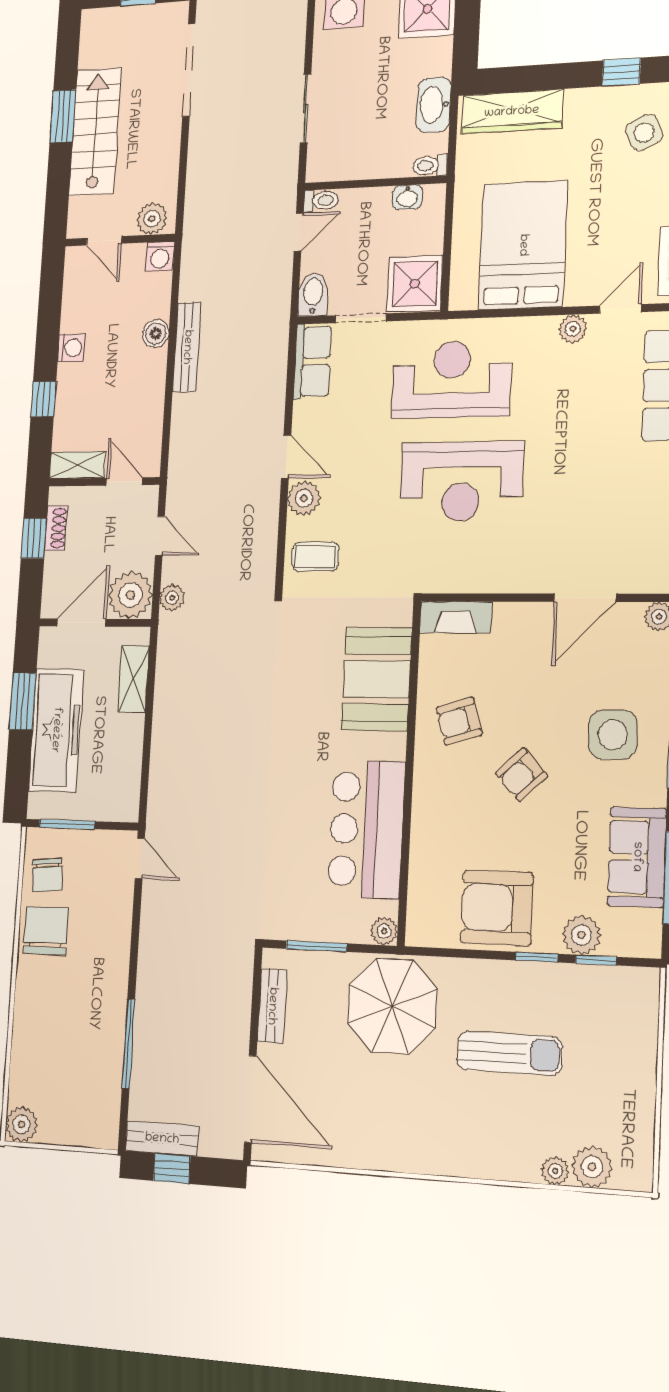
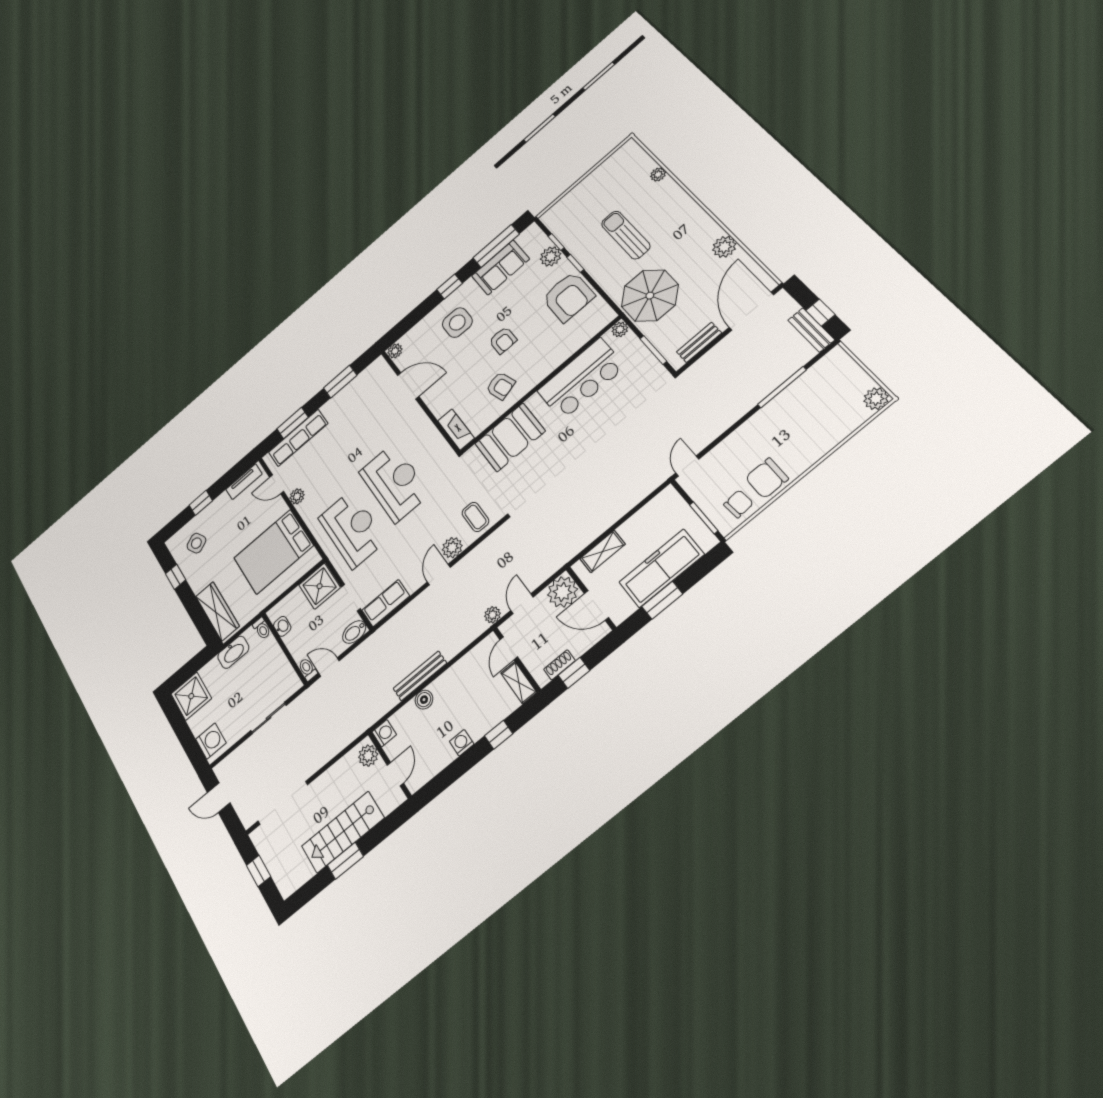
reception desk: (451, 379) -> (352, 529), turned 180
plant: (172, 598) -> (493, 615), moved
armchair: (522, 775) -> (503, 340), turned 43
plant: (592, 1167) -> (724, 247), moved

